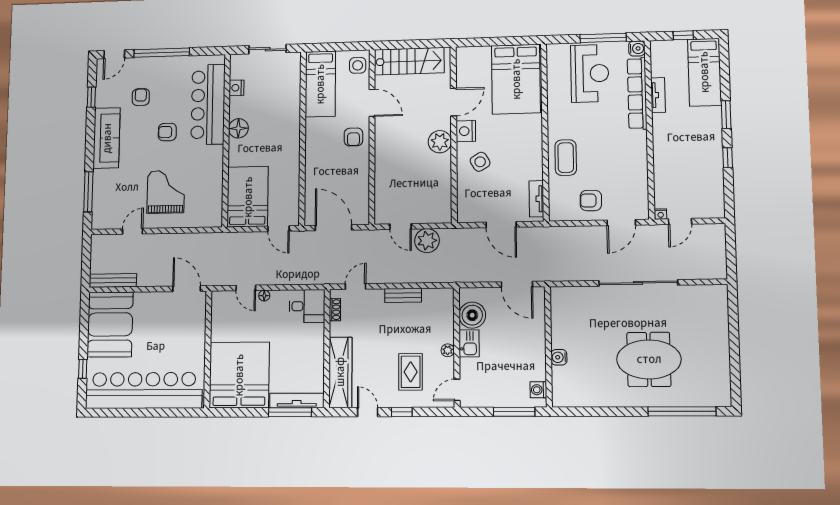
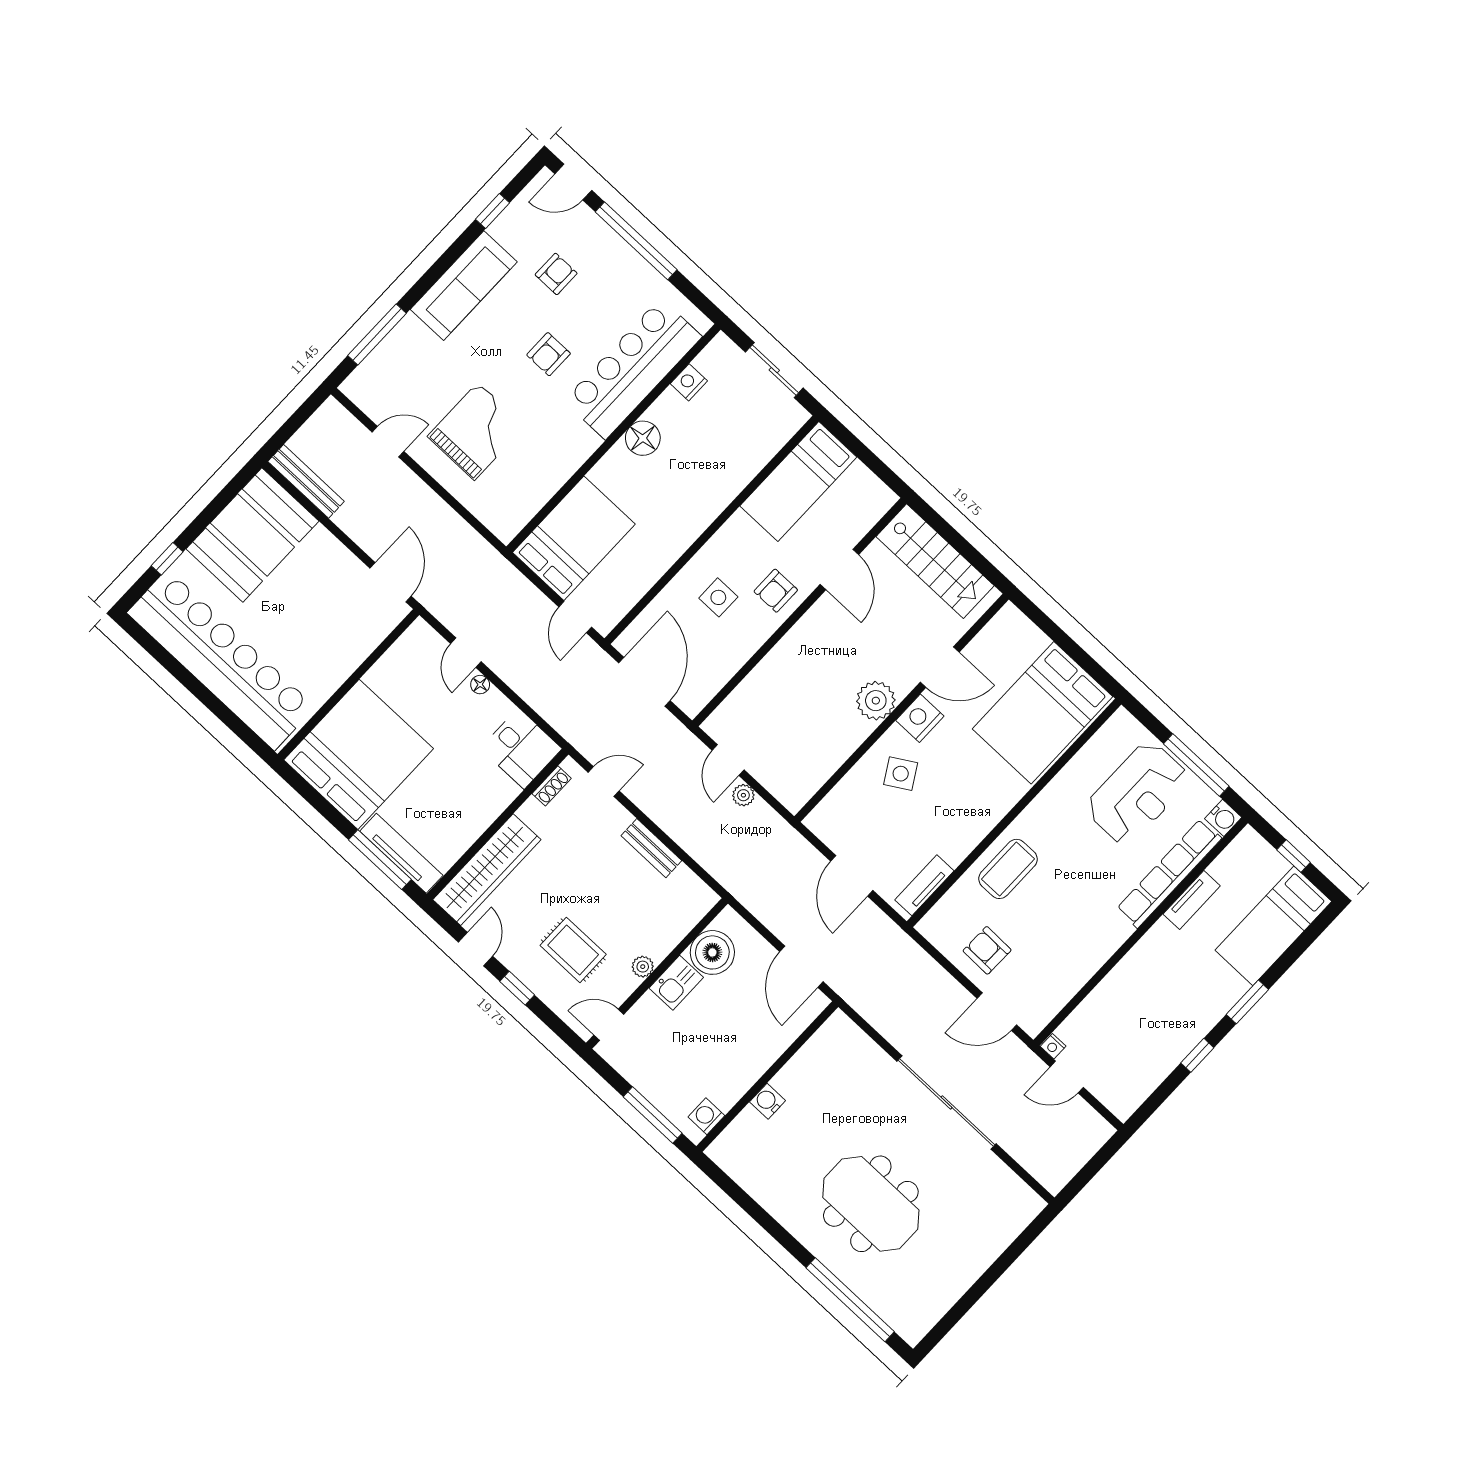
side table: (358, 65) -> (718, 597), moved
armchair: (167, 132) -> (549, 354), turned -90
plant: (427, 241) -> (743, 795), width x0.53, depth x0.53
rug: (411, 372) -> (573, 950), turned 90

